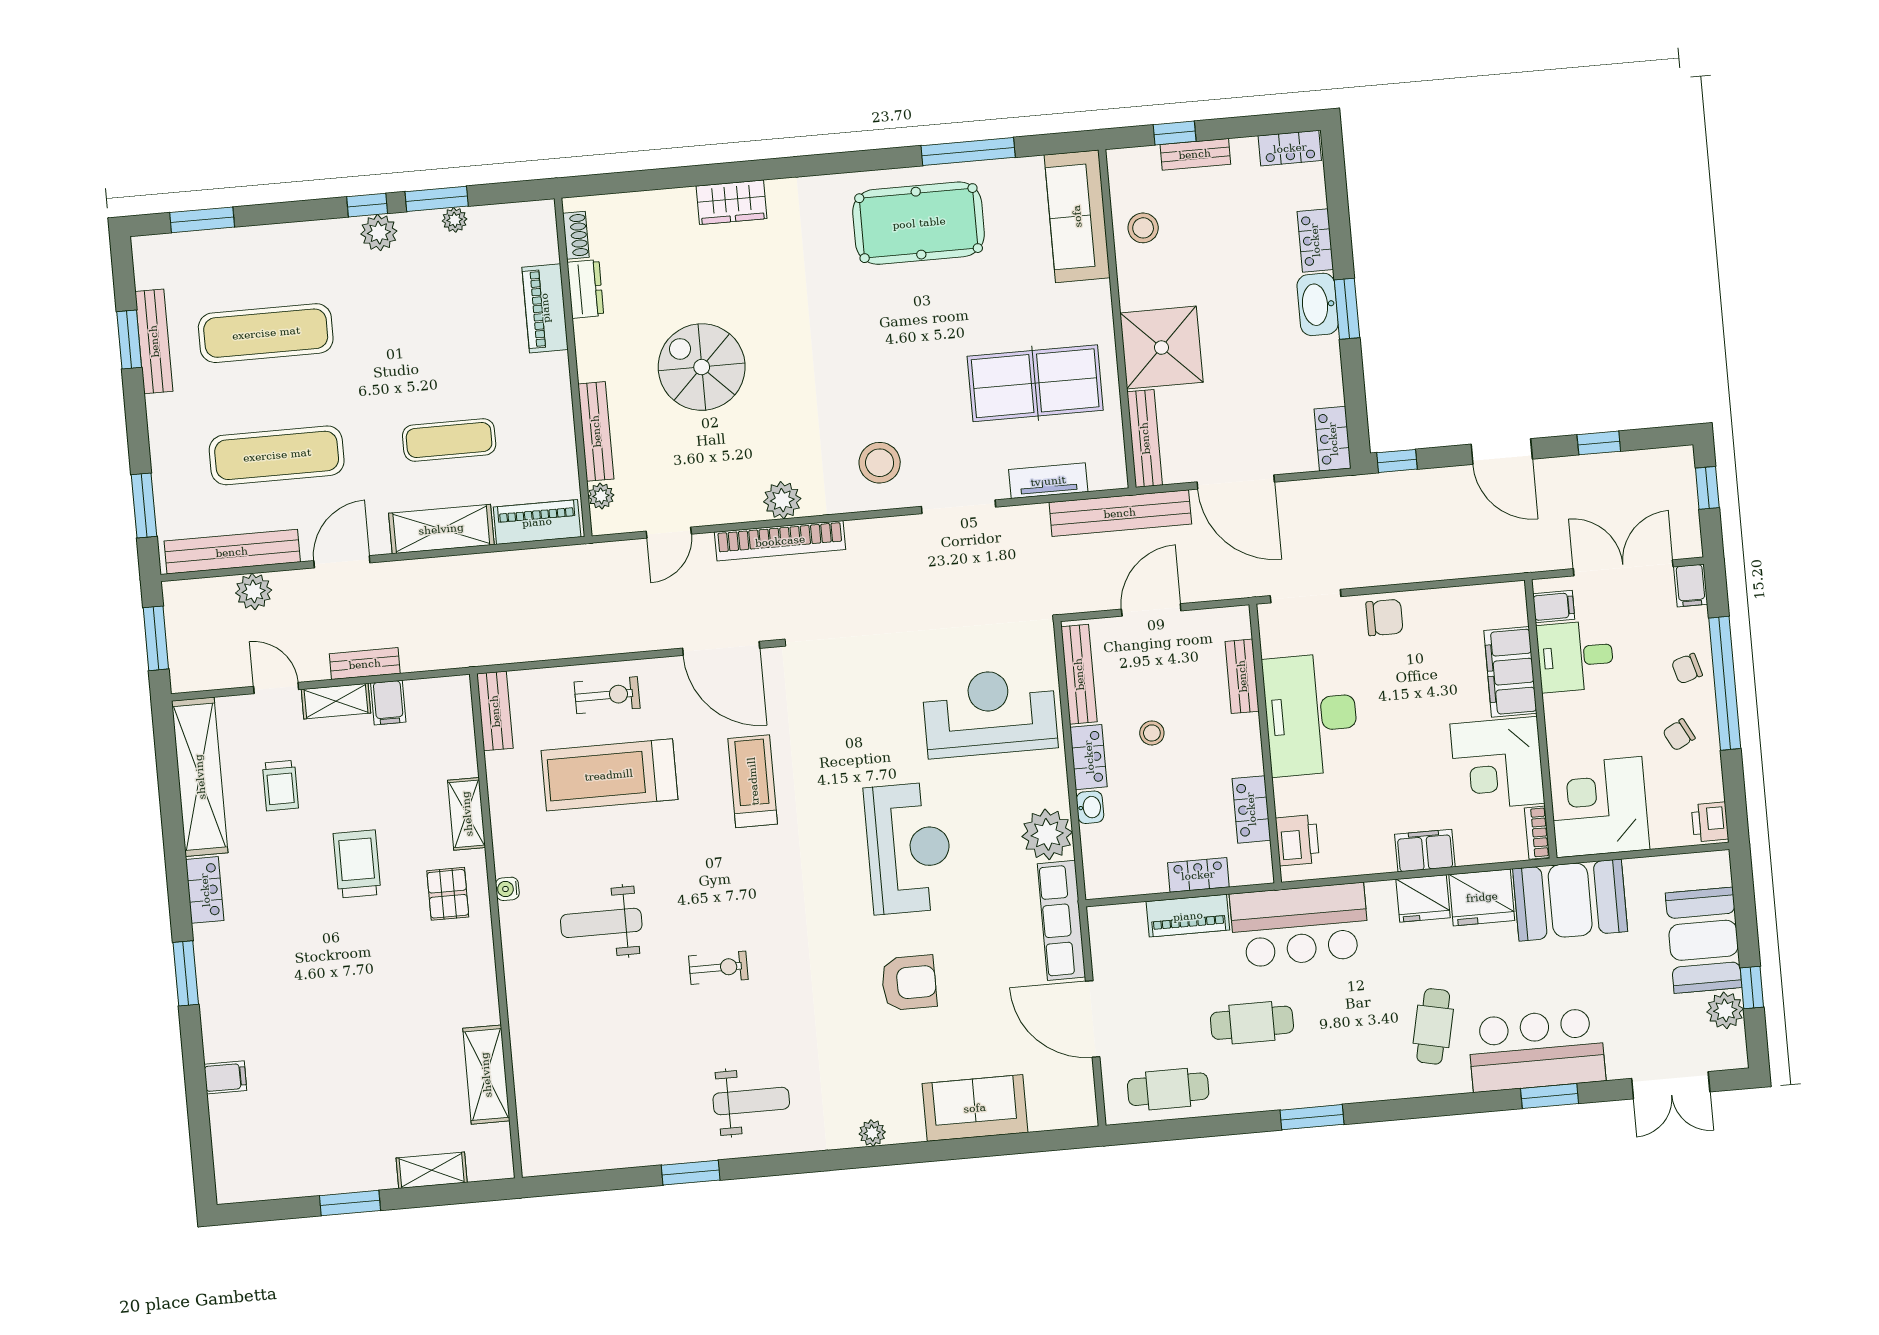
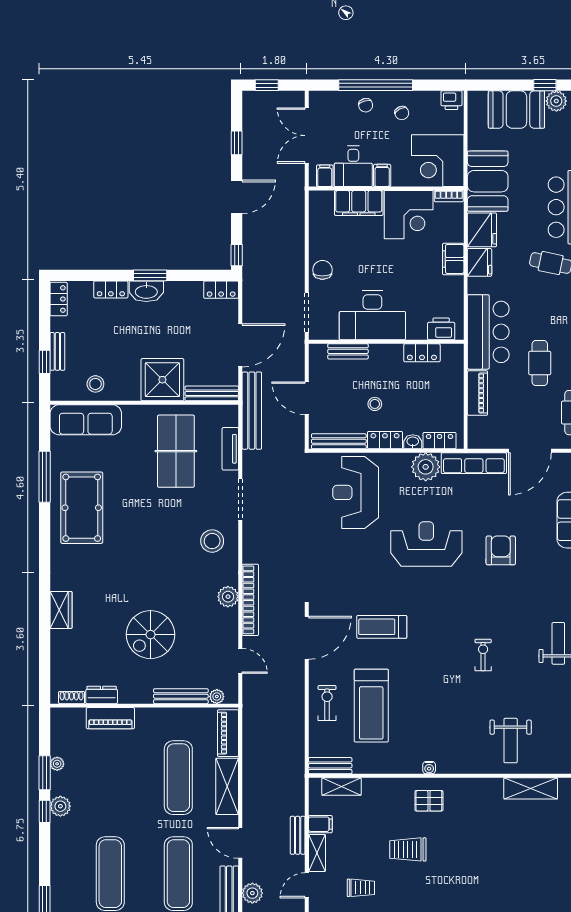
exercise mat: (449, 440) -> (178, 778), width x1.36, depth x1.45
filing cabinet: (1691, 586) -> (382, 175), moved, turned -90
shelving: (467, 814) -> (341, 786), moved
locker: (1198, 875) -> (440, 441), moved, turned 90
weight bench: (601, 923) -> (511, 741), moved

